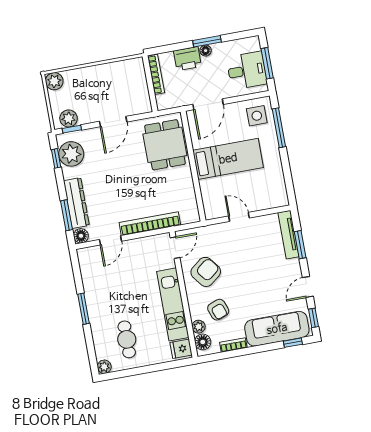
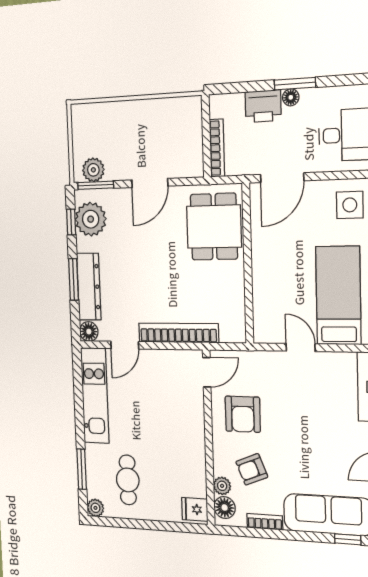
bookcase: (156, 74) -> (217, 148), moved
plant: (54, 81) -> (82, 115), removed
window: (72, 129) -> (96, 185), width x1.50
bed: (228, 159) -> (338, 296), moved, turned -90
window: (66, 215) -> (74, 279), moved
armchair: (206, 272) -> (243, 414), turned 128
kitchen unit: (173, 304) -> (95, 396), moved, turned 180
window: (83, 309) -> (82, 469), moved
armchair: (218, 310) -> (252, 469), turned 88

